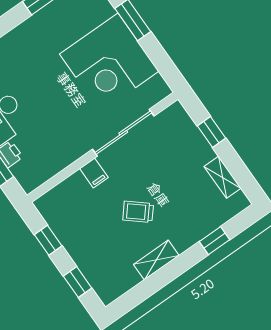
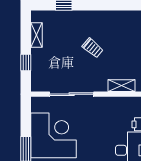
filing cabinet: (94, 173) -> (101, 84), removed
shelving: (156, 260) -> (121, 86), moved

